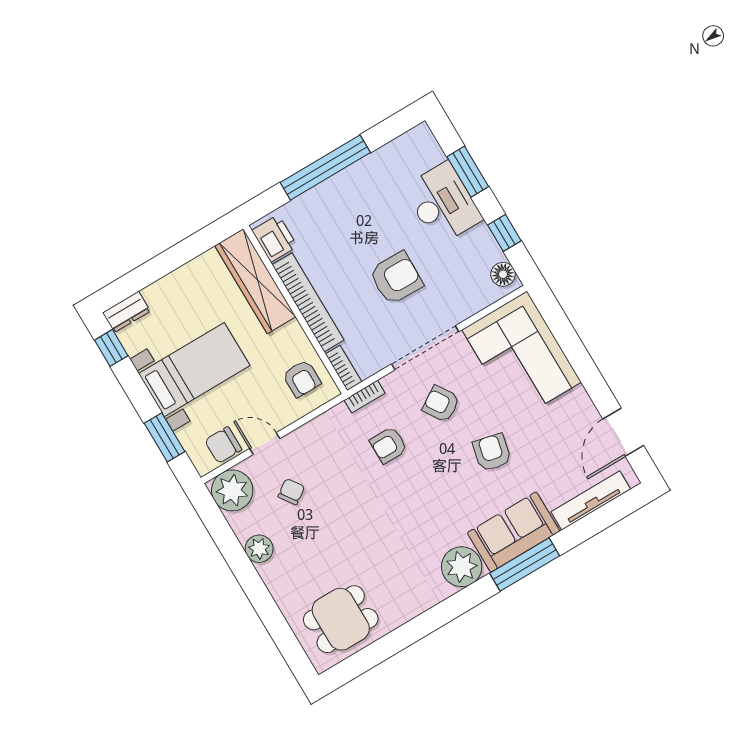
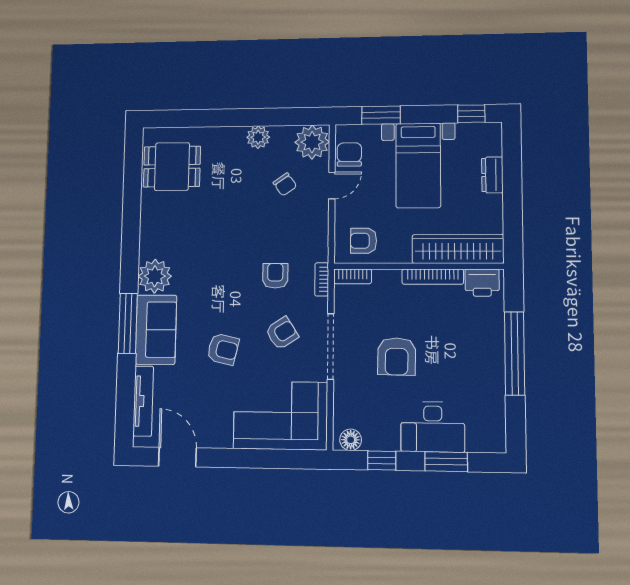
bookcase: (308, 302) -> (433, 277), width x0.68, depth x0.76
dresser: (126, 312) -> (492, 175), moved
dining table: (341, 619) -> (172, 167), turned 90

